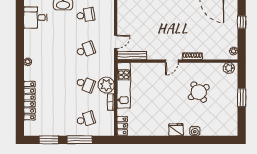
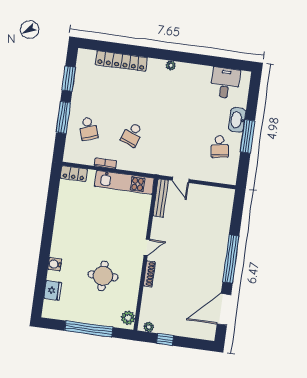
window: (242, 22) -> (165, 339), moved
school desk: (86, 50) -> (176, 141), removed
door: (172, 61) -> (147, 247), swing flipped
plant: (106, 85) -> (128, 160), removed
round table: (199, 92) -> (103, 276), turned 33
window: (242, 98) -> (89, 329), width x2.11
fridge: (176, 130) -> (53, 290), moved

